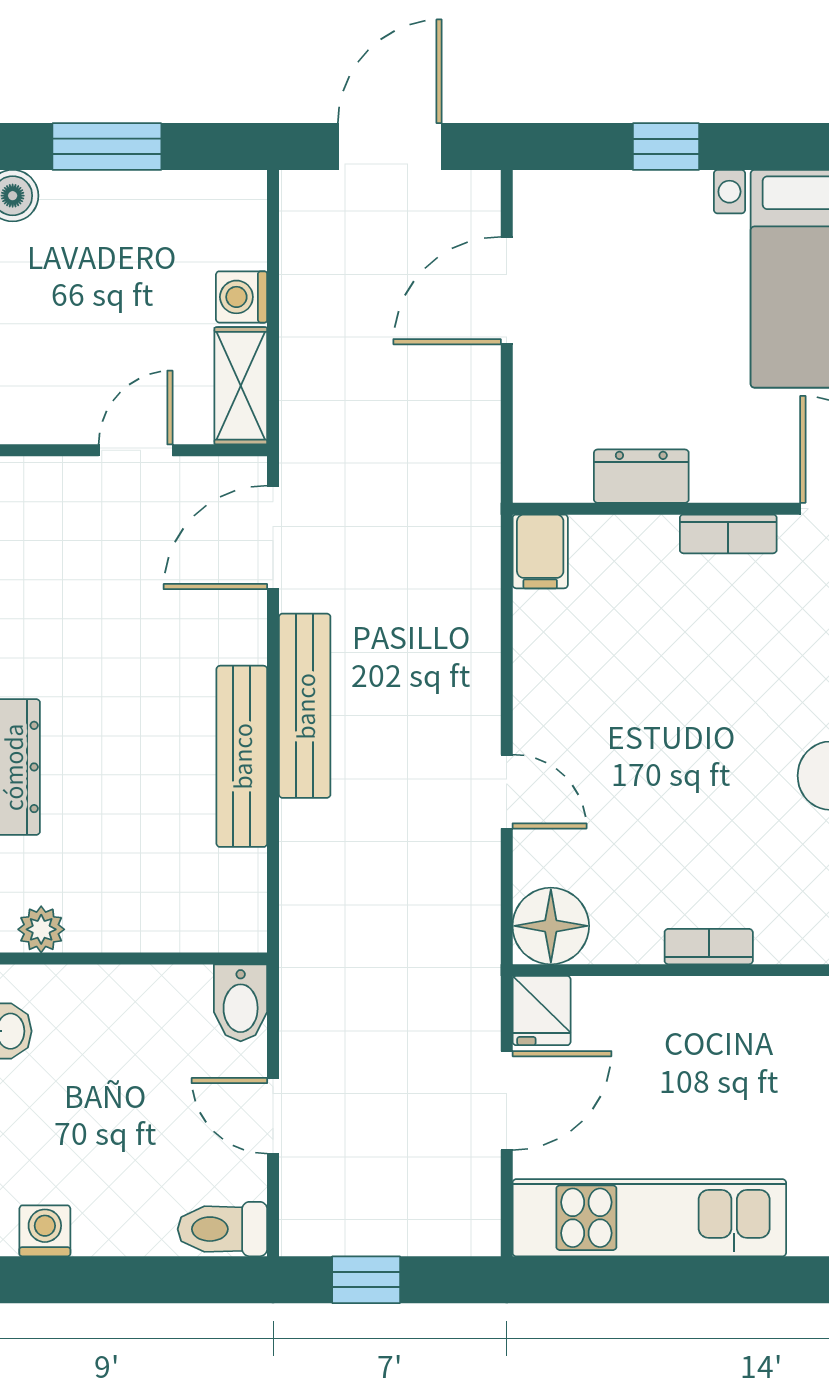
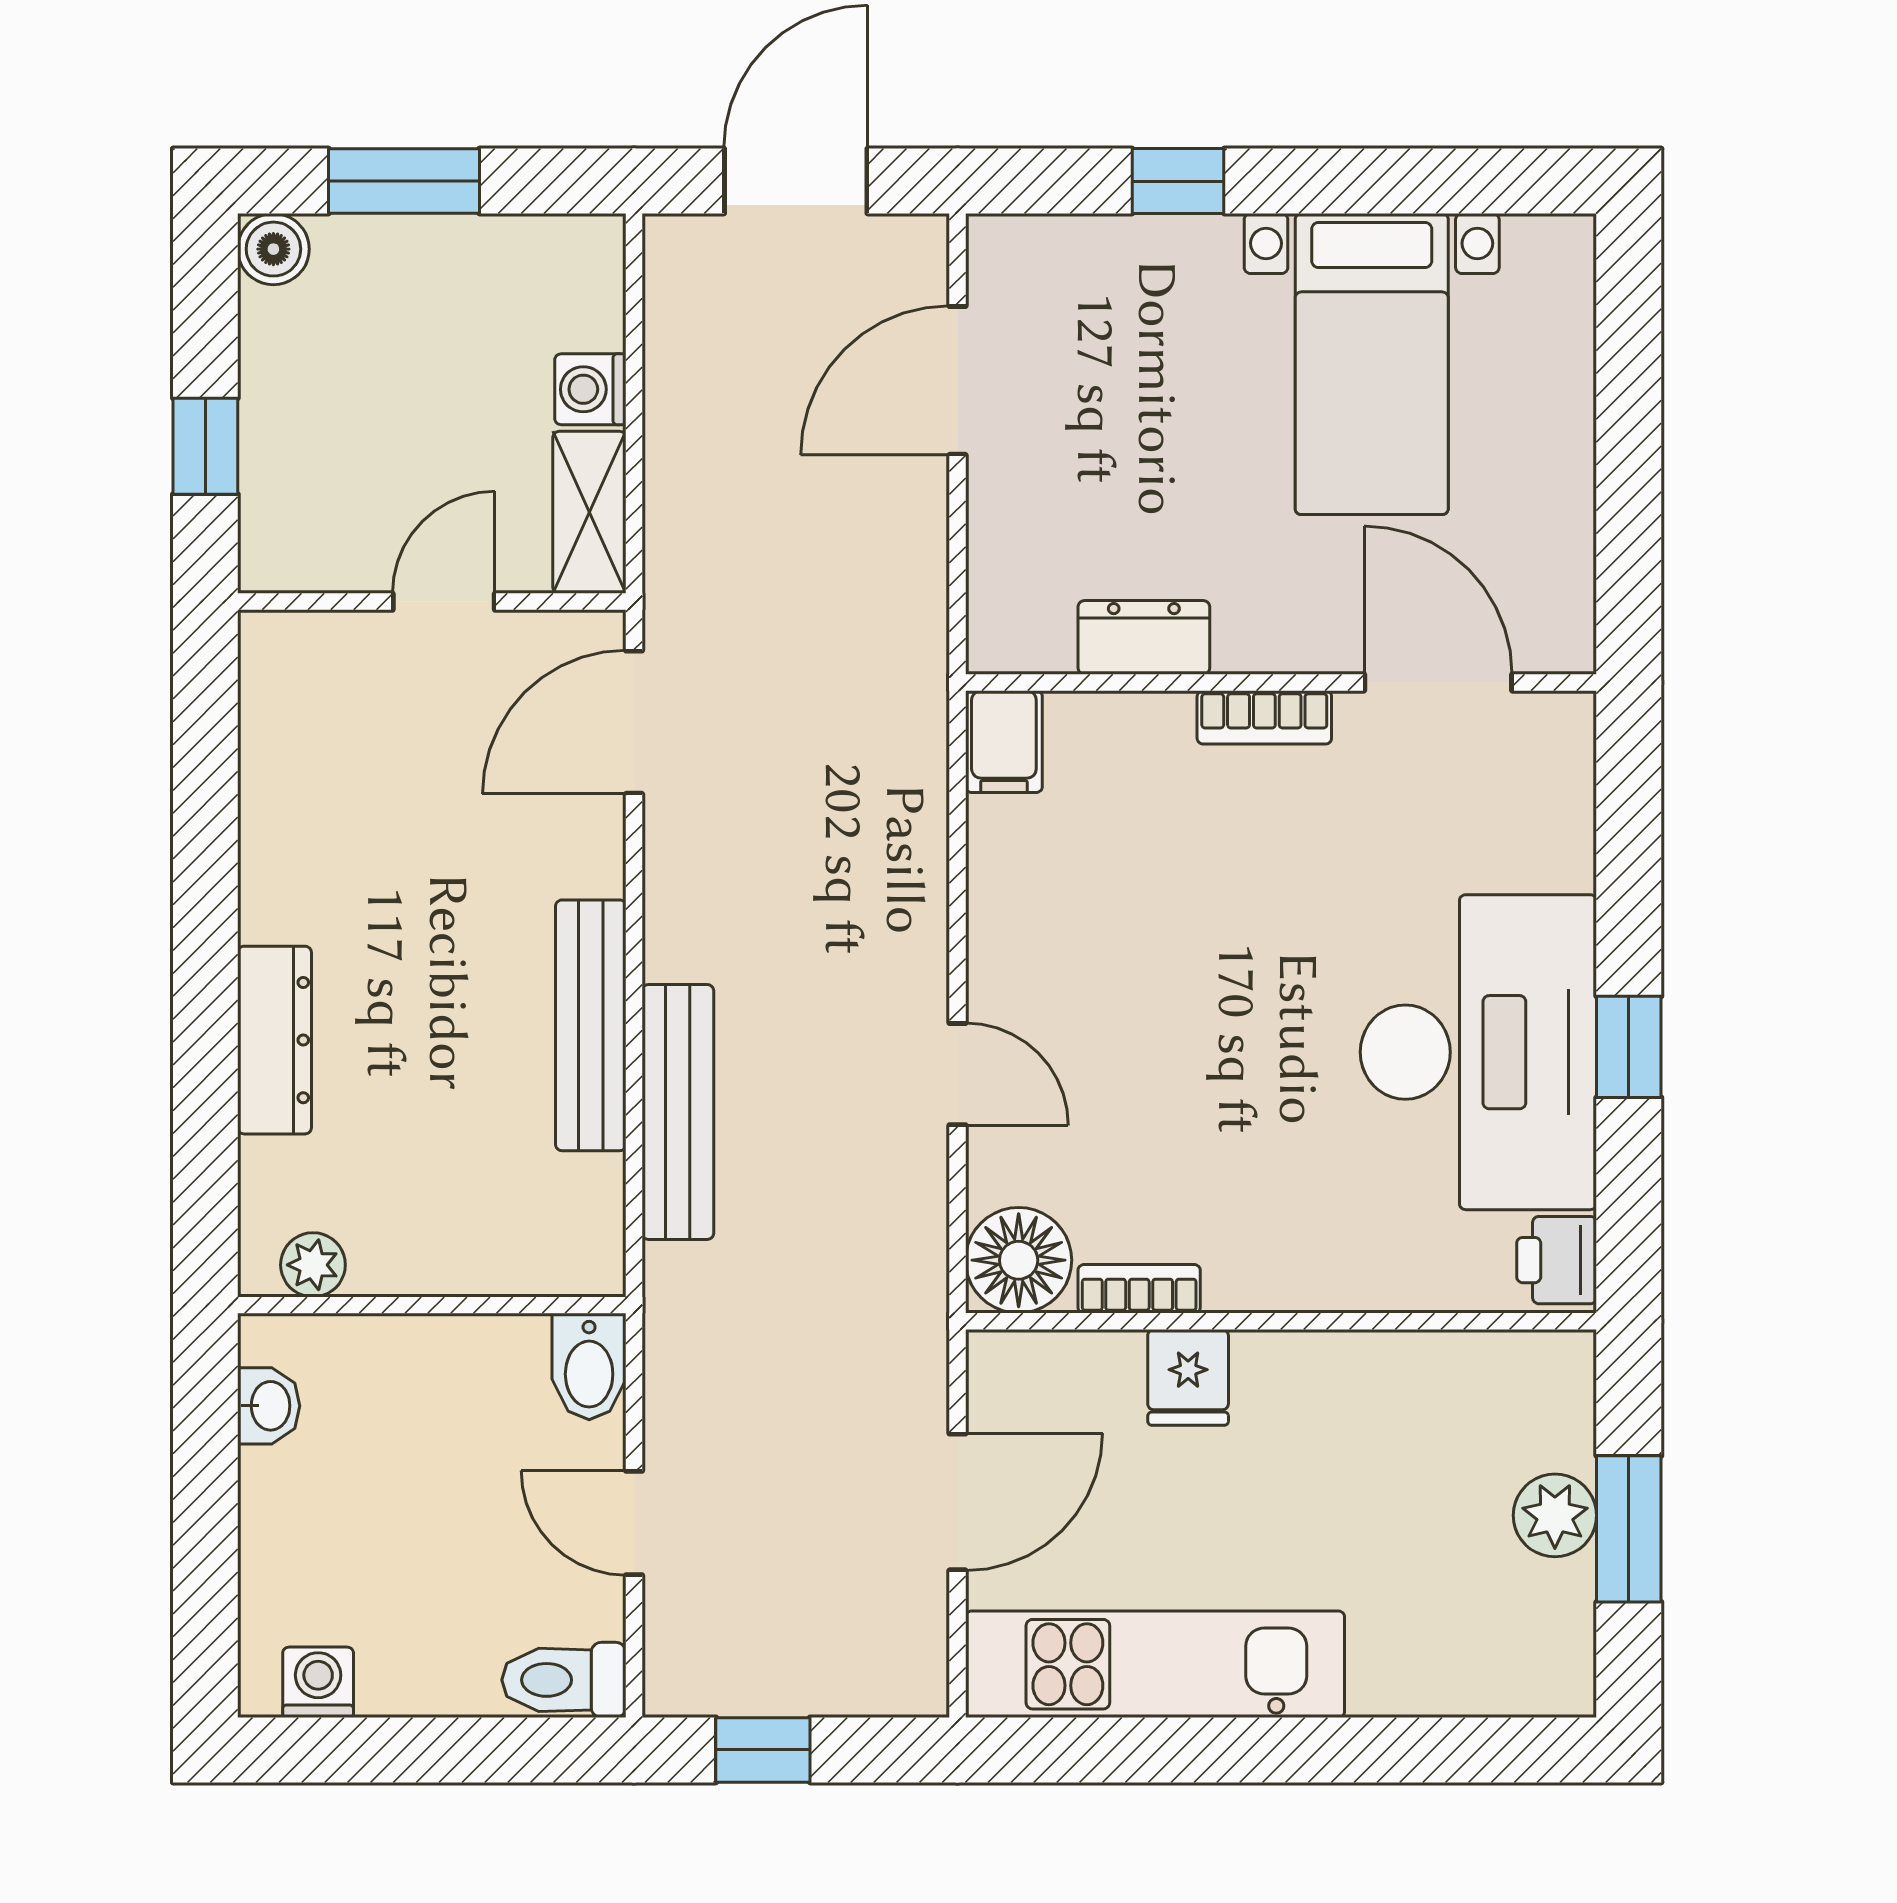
bench: (305, 706) -> (678, 1112), moved
bookcase: (709, 947) -> (1139, 1289), moved
fridge: (542, 1011) -> (1188, 1377), moved

